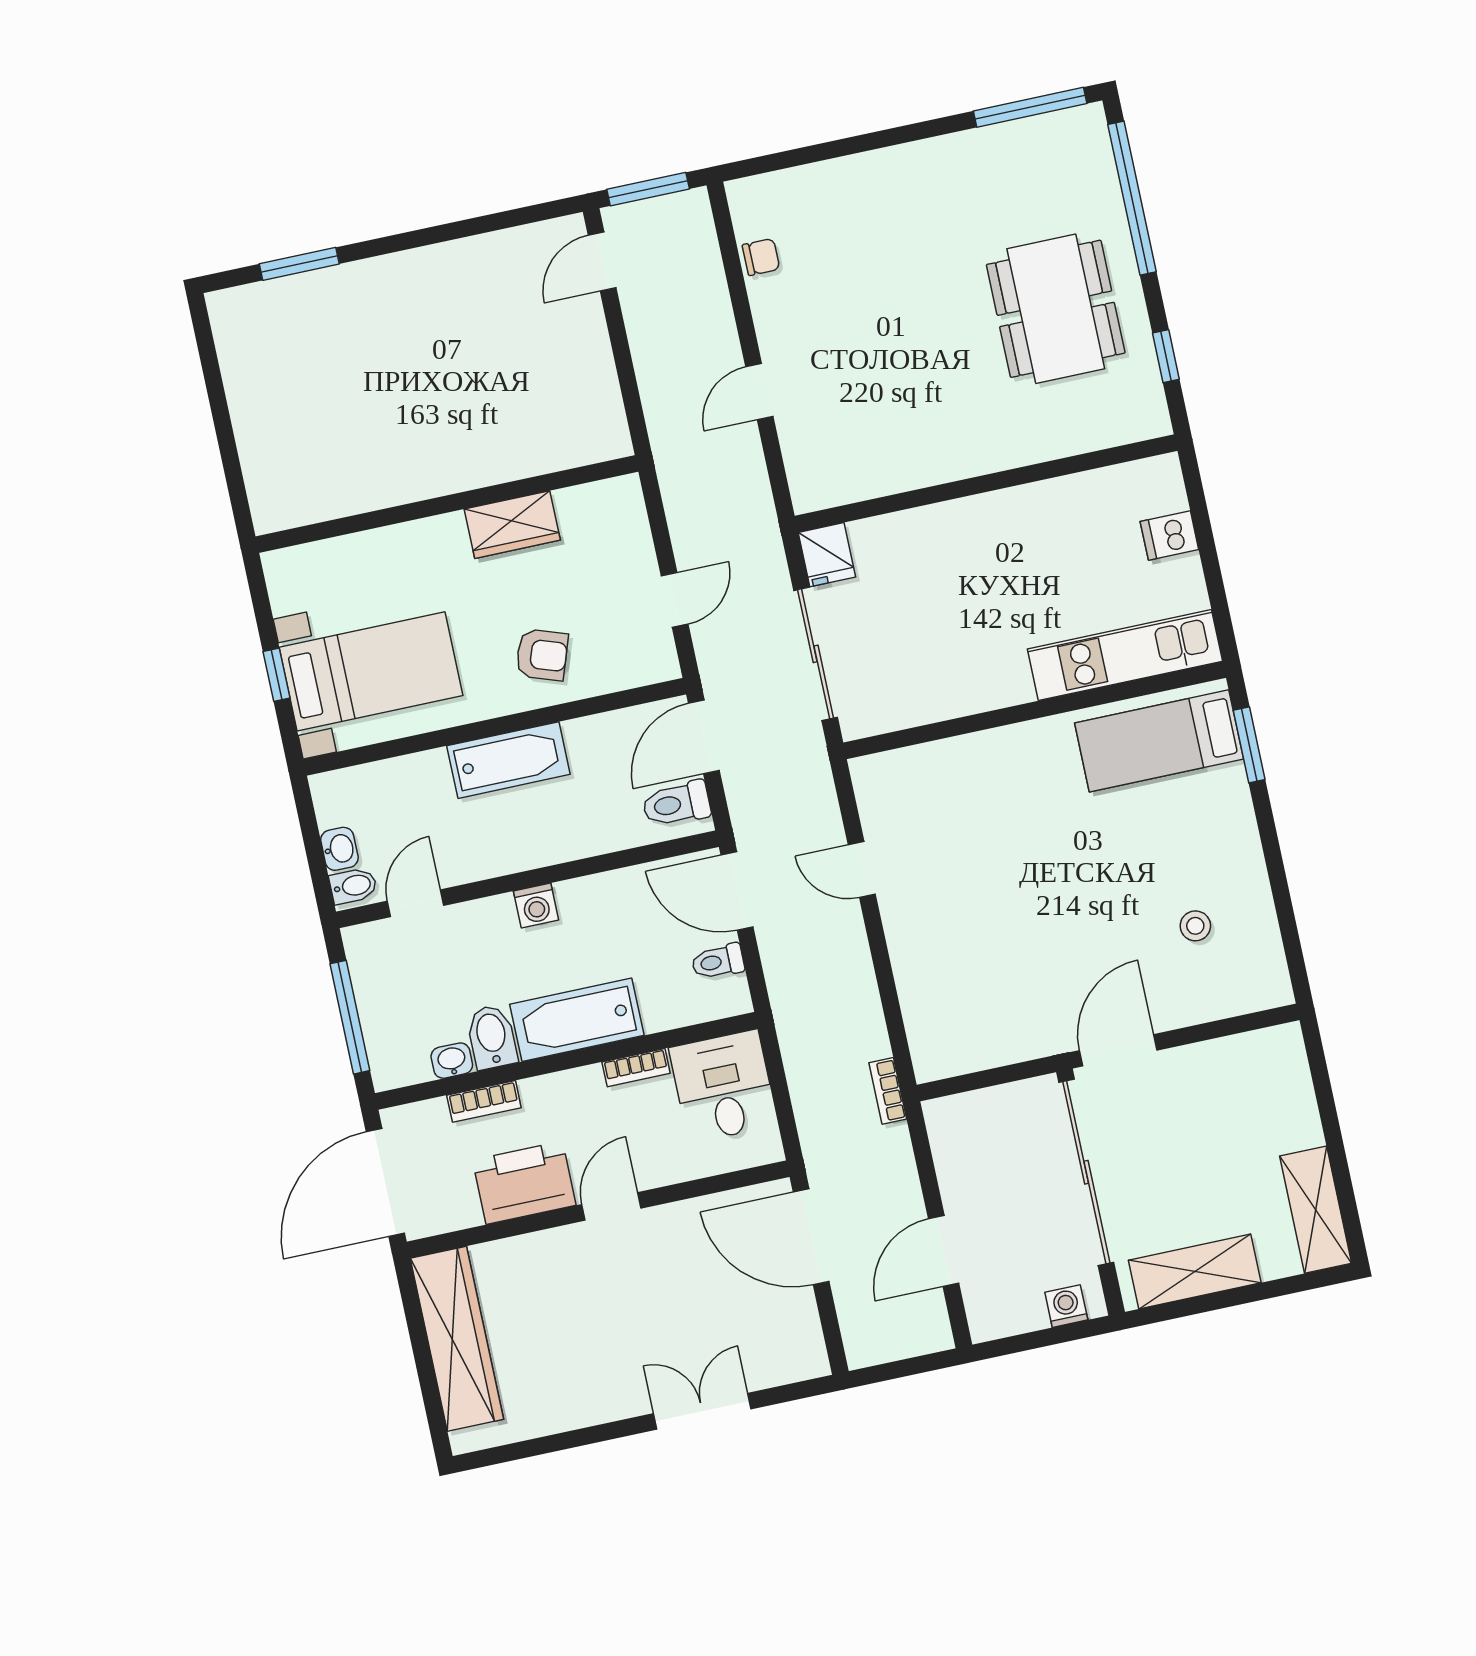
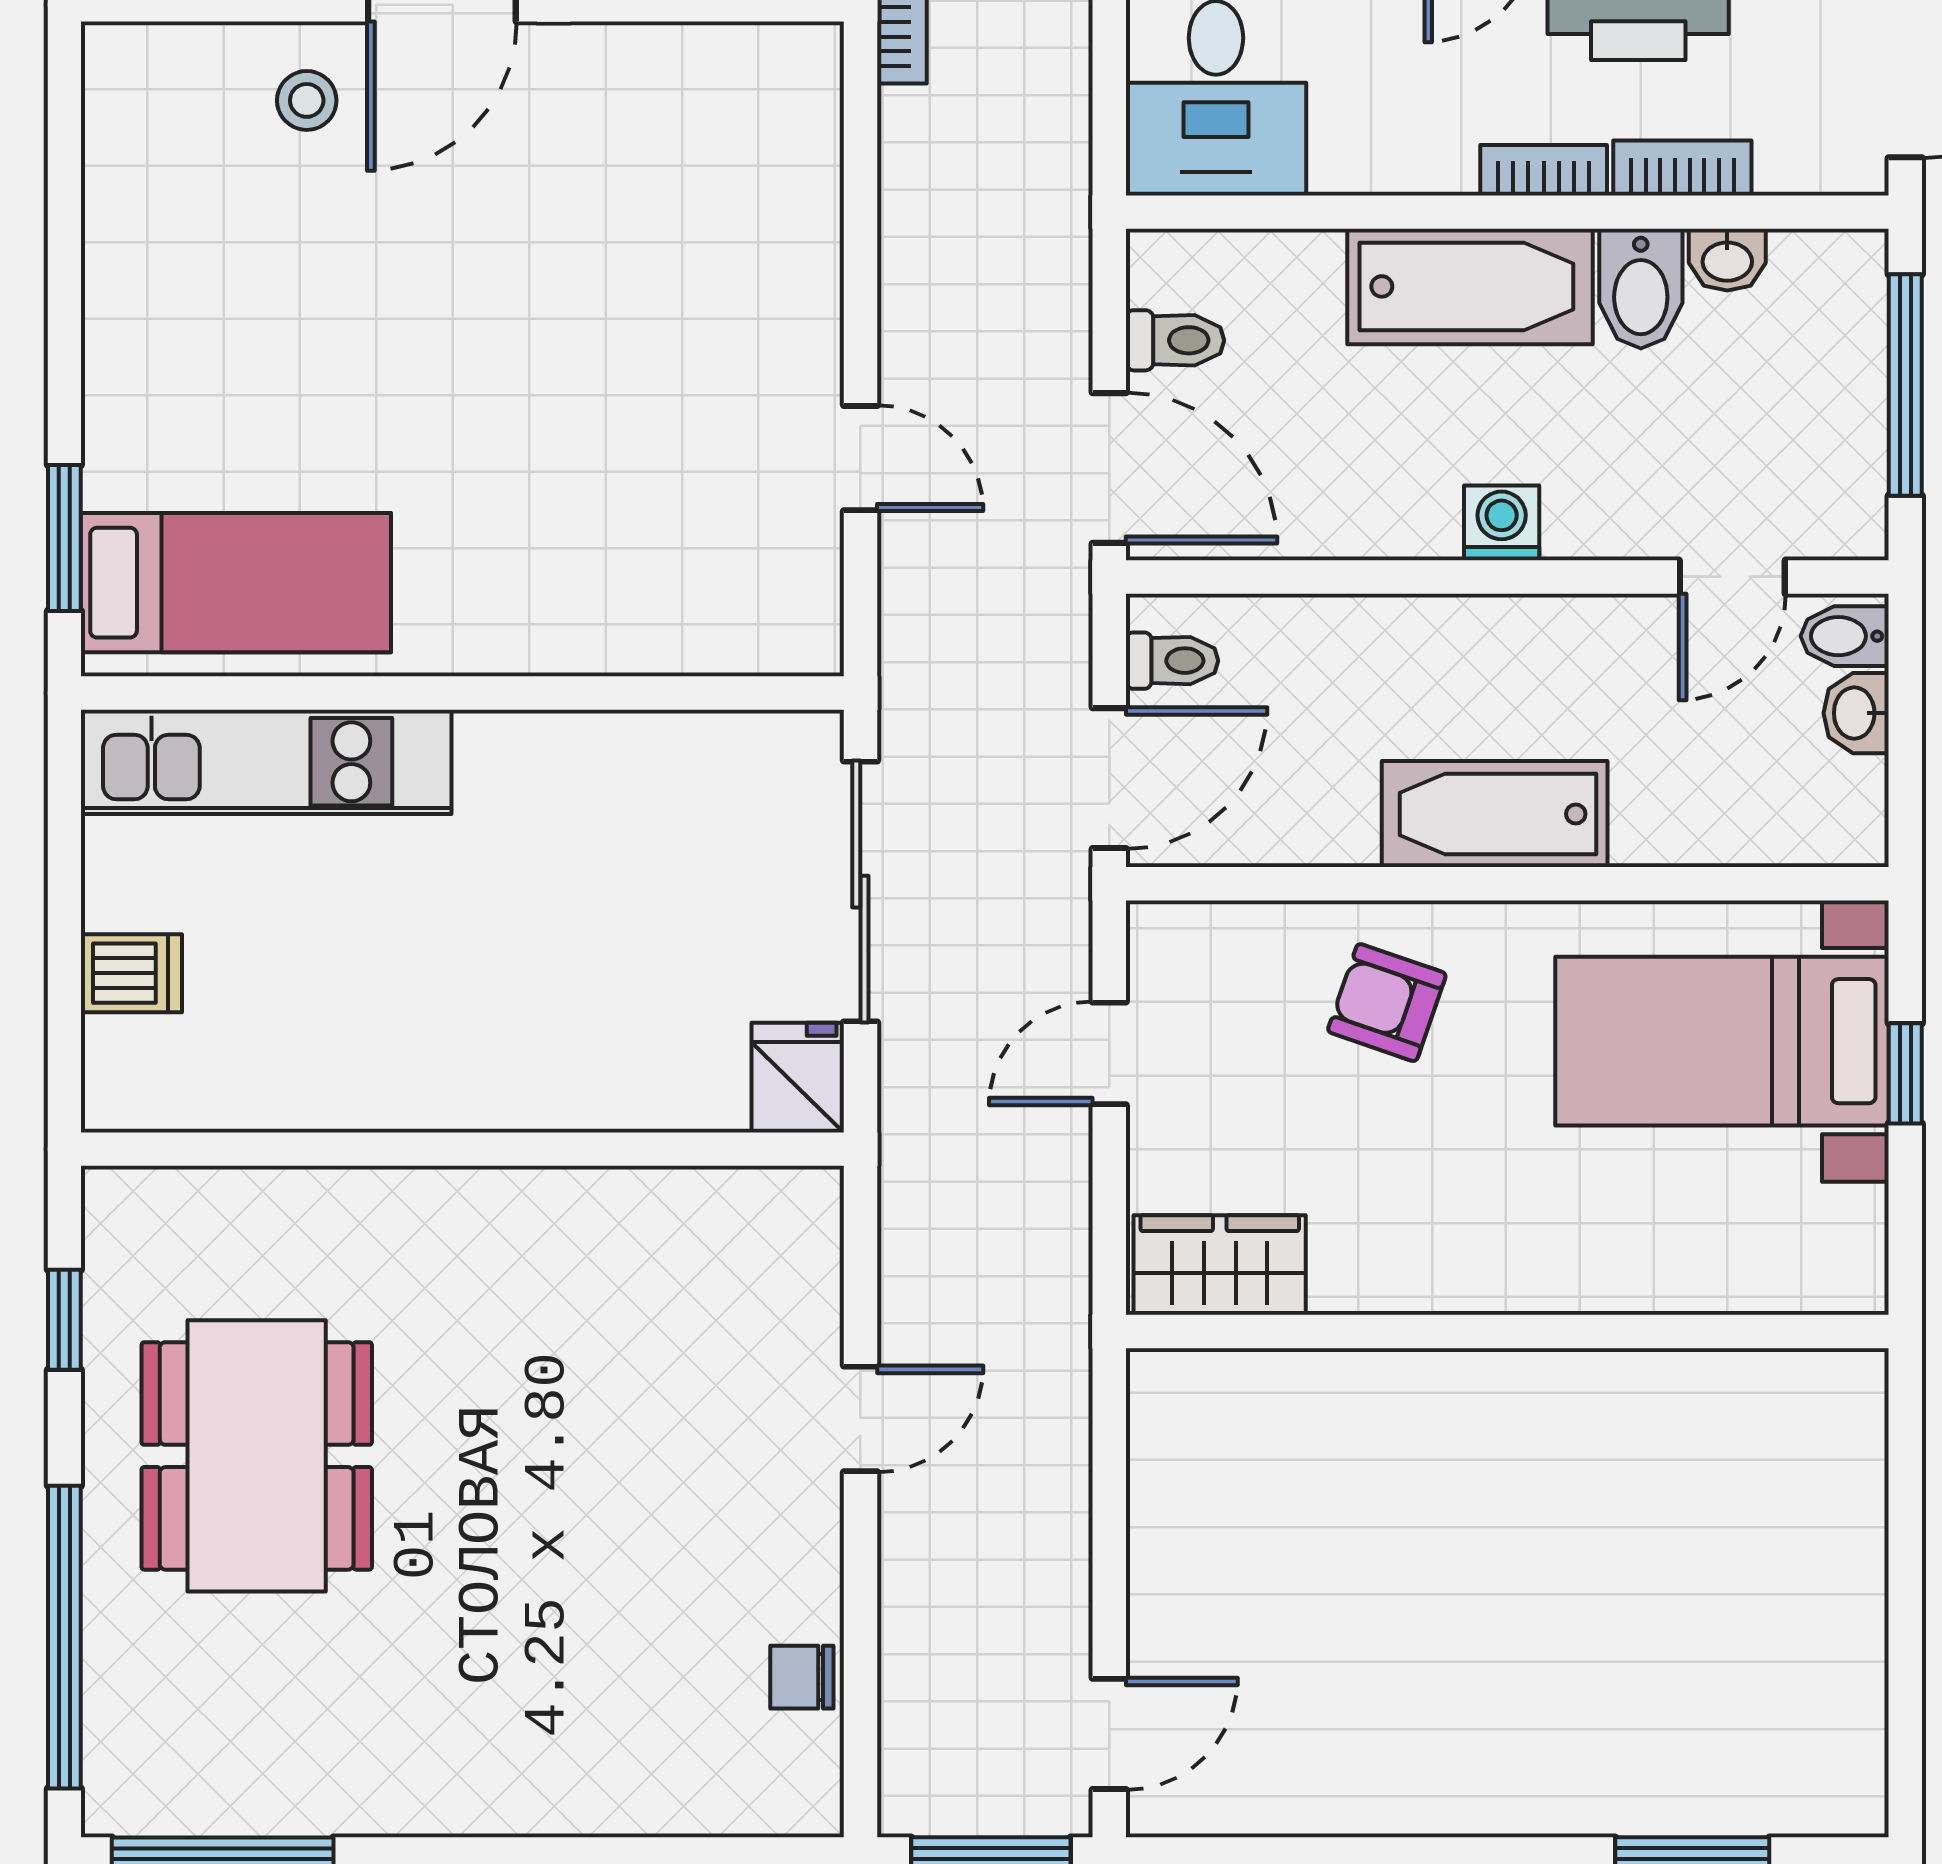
wardrobe: (512, 525) -> (1220, 1265), moved
toilet: (676, 804) -> (1172, 661), width x0.73, depth x0.72
stool: (1195, 926) -> (307, 100), moved
bookcase: (636, 1068) -> (1544, 170), moved

